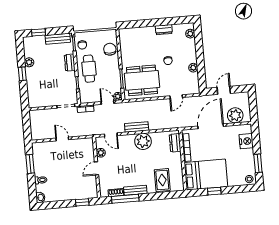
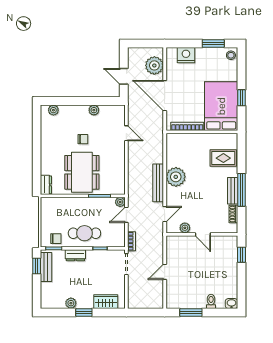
dresser: (164, 30) -> (46, 185), moved
window: (39, 32) -> (37, 266), moved
chair: (110, 49) -> (64, 207), removed
dining table: (142, 80) -> (82, 172), moved
wardrobe: (33, 92) -> (106, 302), added
bench: (137, 127) -> (158, 183), width x1.36
dresser: (175, 143) -> (181, 139), removed
window: (125, 199) -> (242, 190), moved

